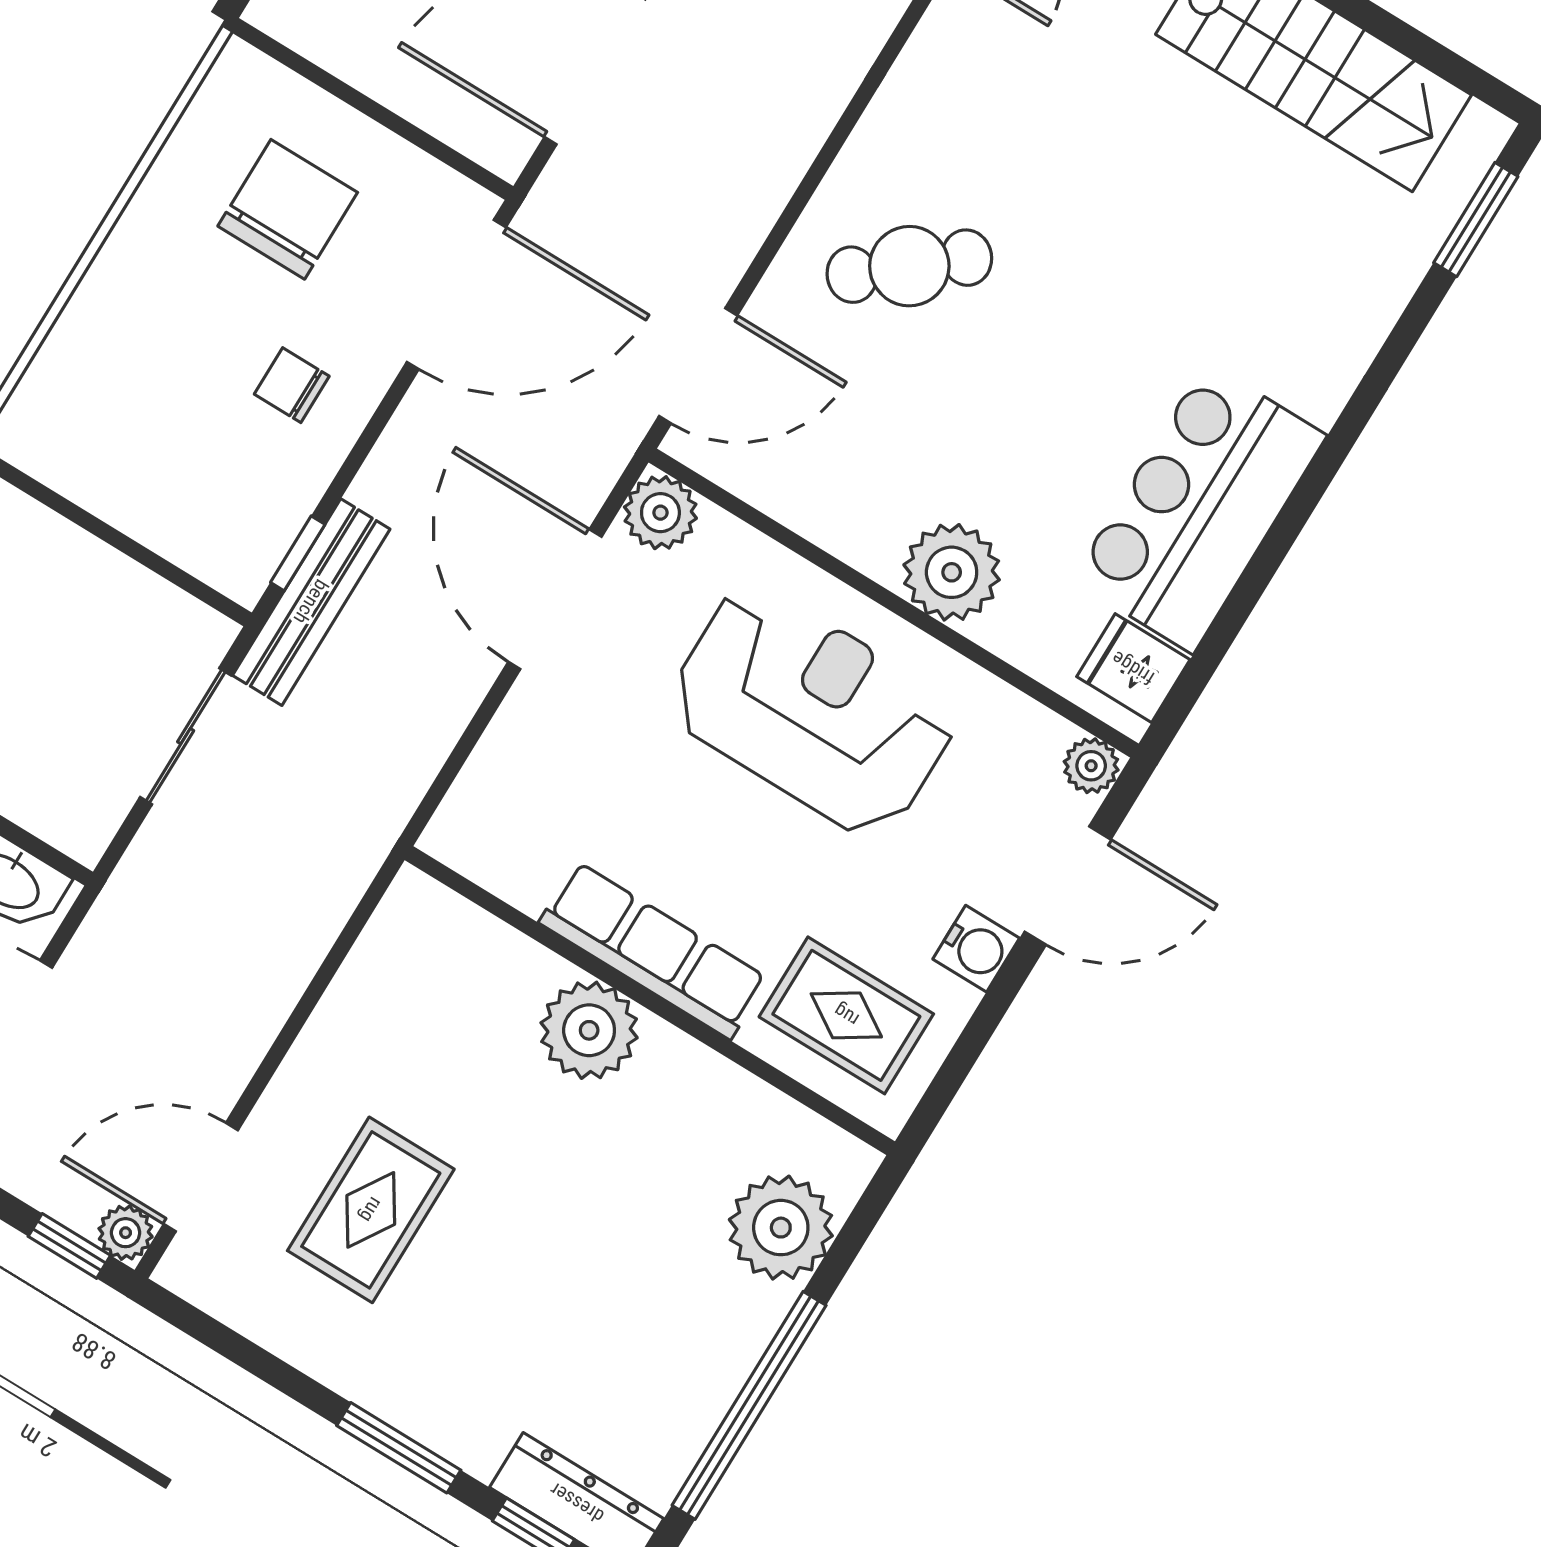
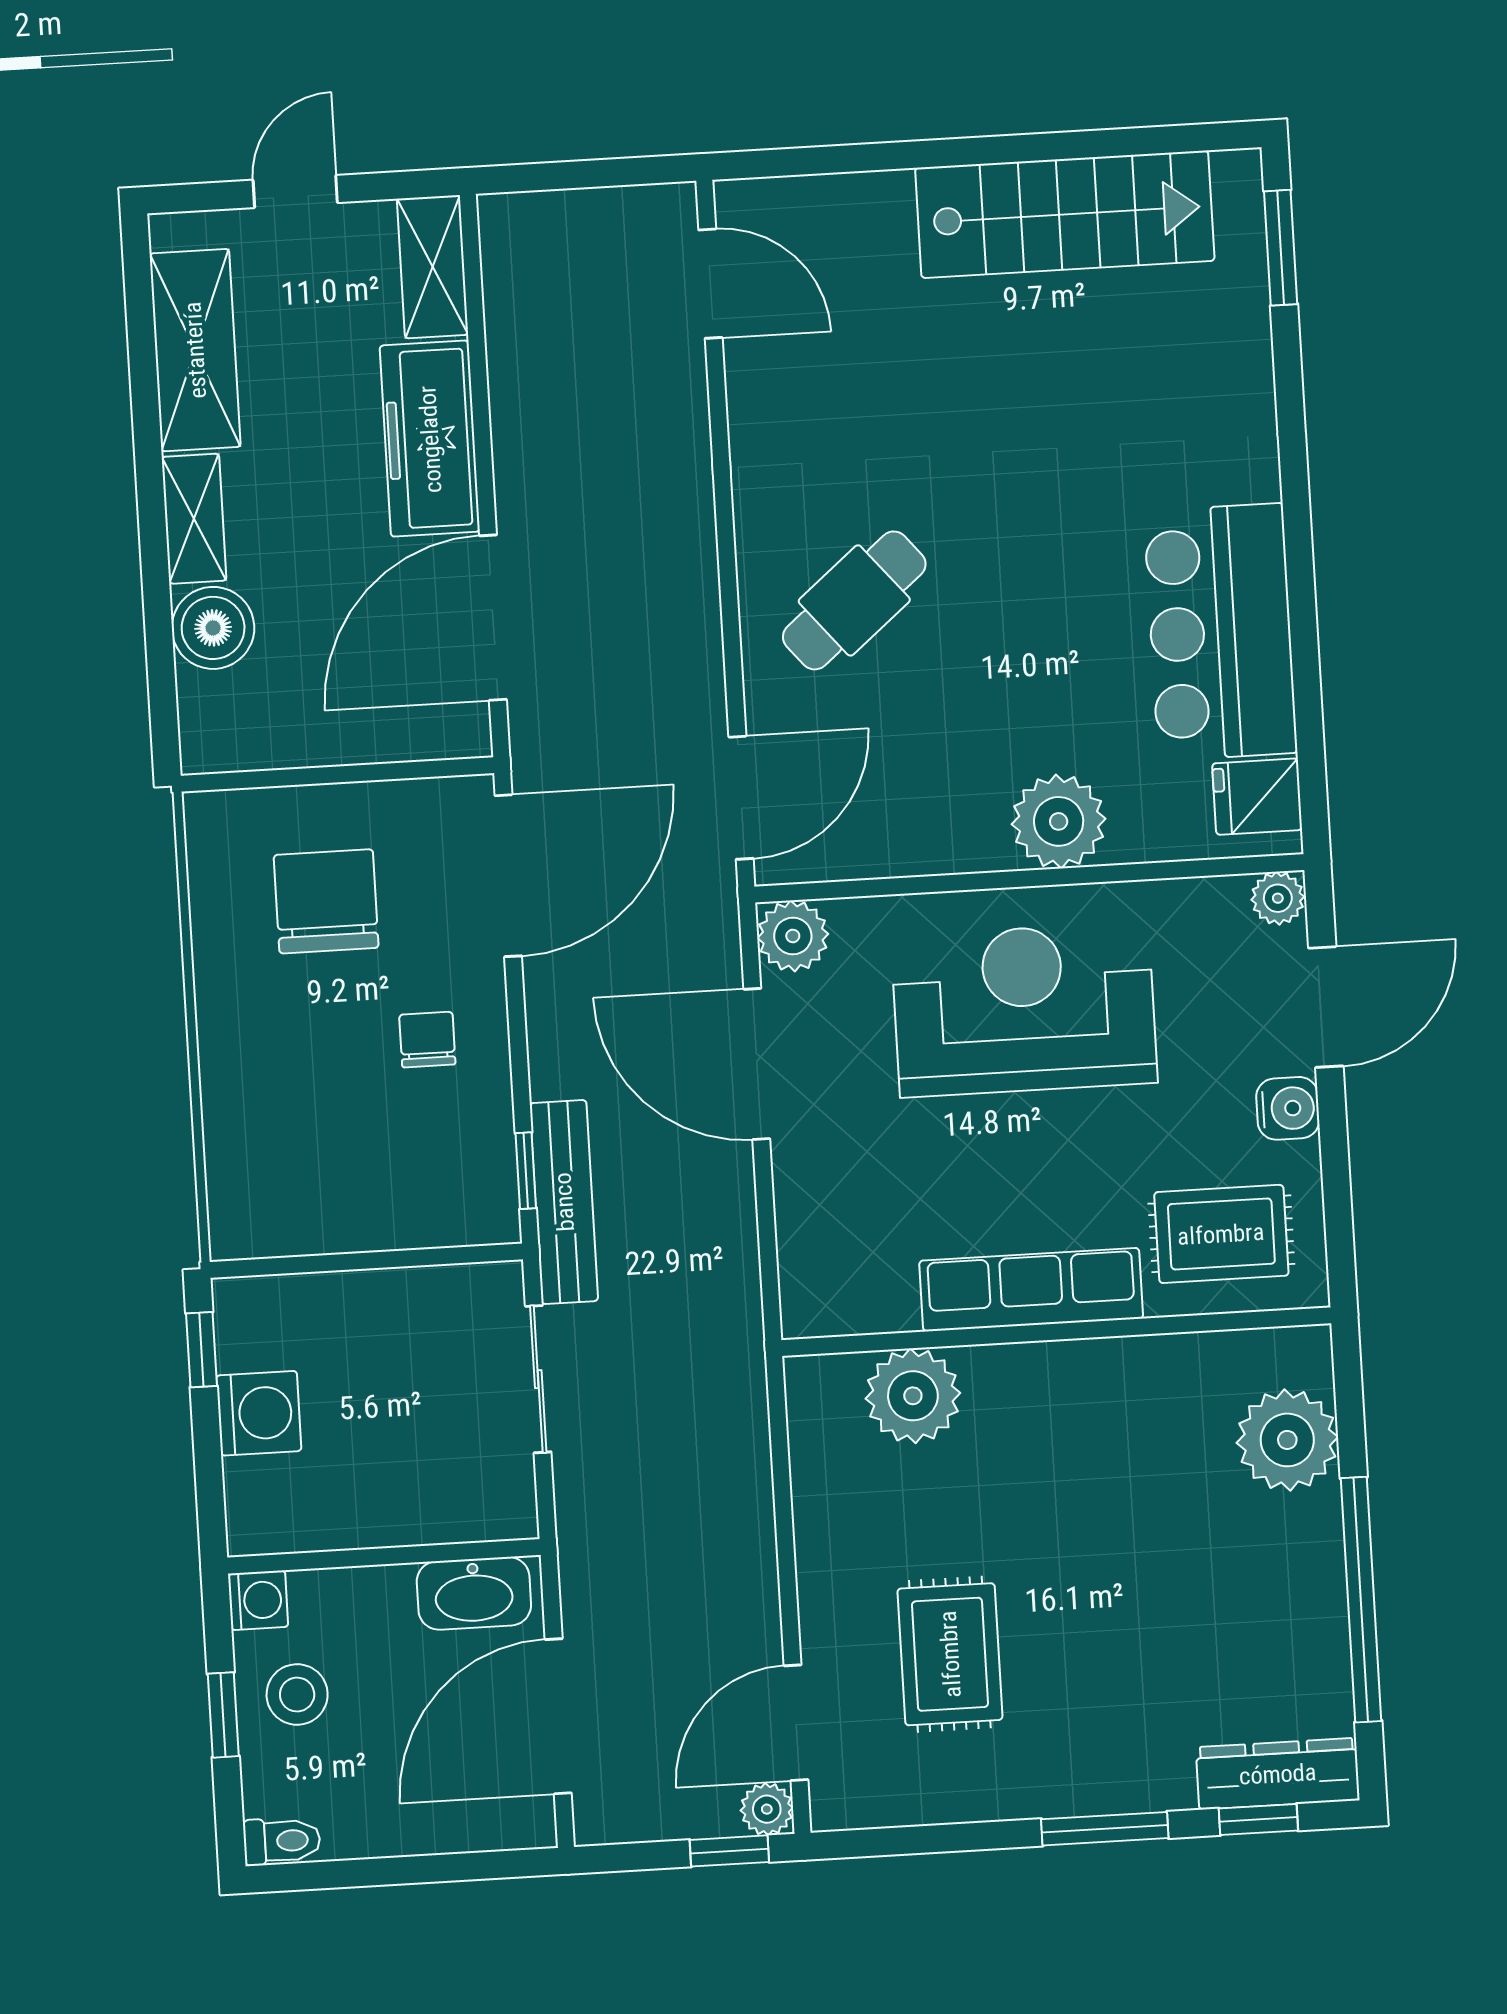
chair: (292, 385) -> (427, 1040), turned 90
plant: (589, 1030) -> (913, 1396), moved

